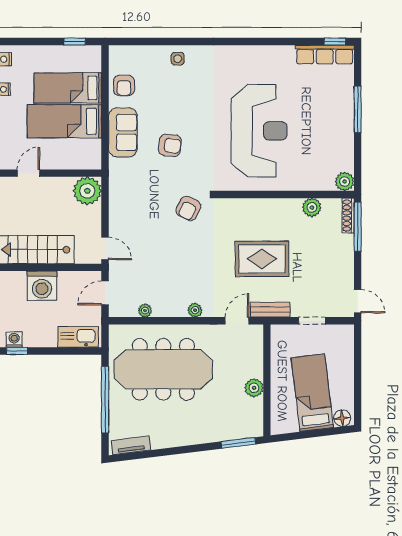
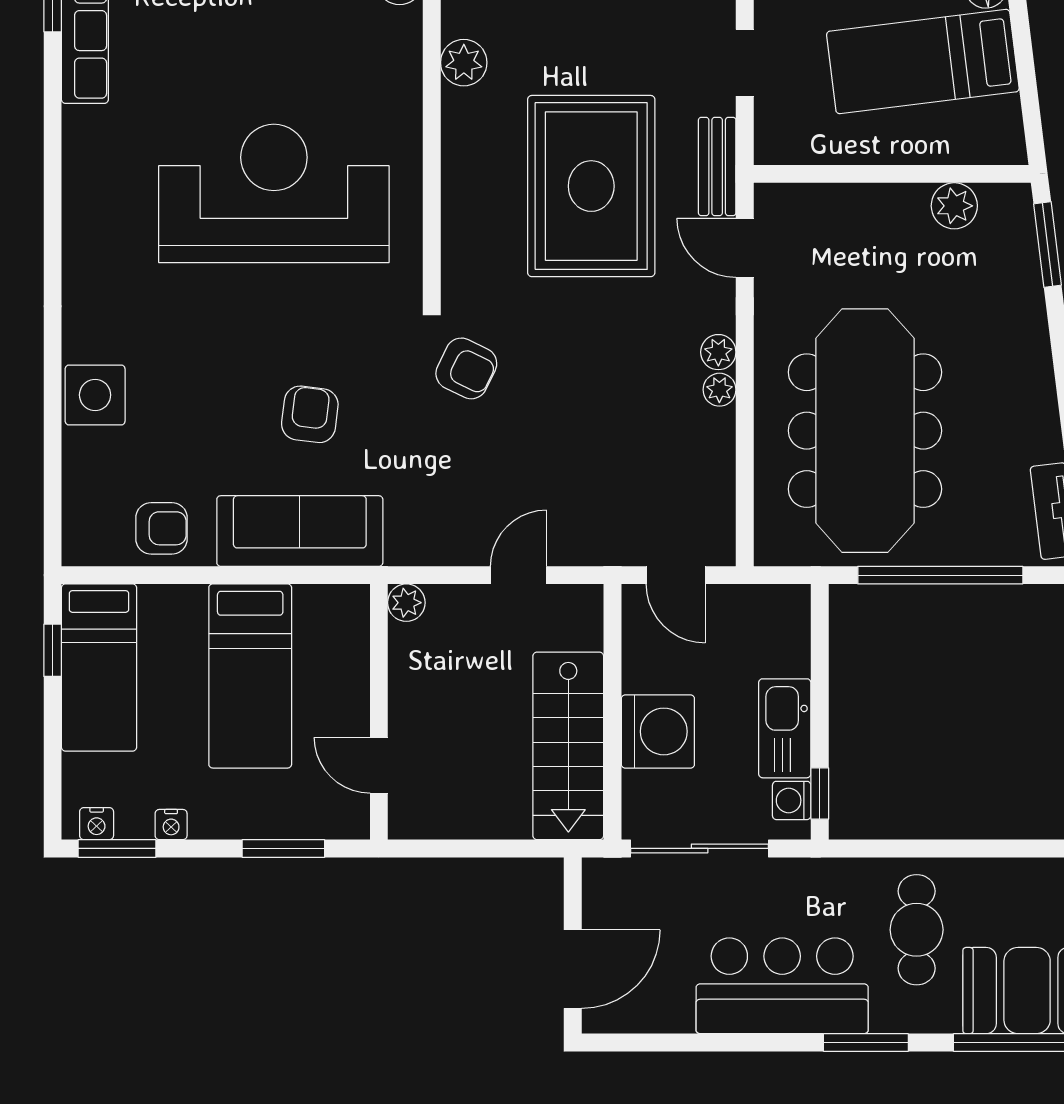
side table: (178, 59) -> (95, 395), width x1.87, depth x1.87
bed: (68, 88) -> (99, 667), moved
sofa: (123, 132) -> (300, 531), width x1.36
plant: (87, 191) -> (406, 603), width x0.53, depth x0.53
door: (105, 248) -> (519, 575), moved
rug: (262, 259) -> (591, 186), width x1.37, depth x1.44
plant: (145, 311) -> (719, 390), moved
kitchen sink: (78, 337) -> (785, 728), moved
plant: (254, 388) -> (954, 206), moved

